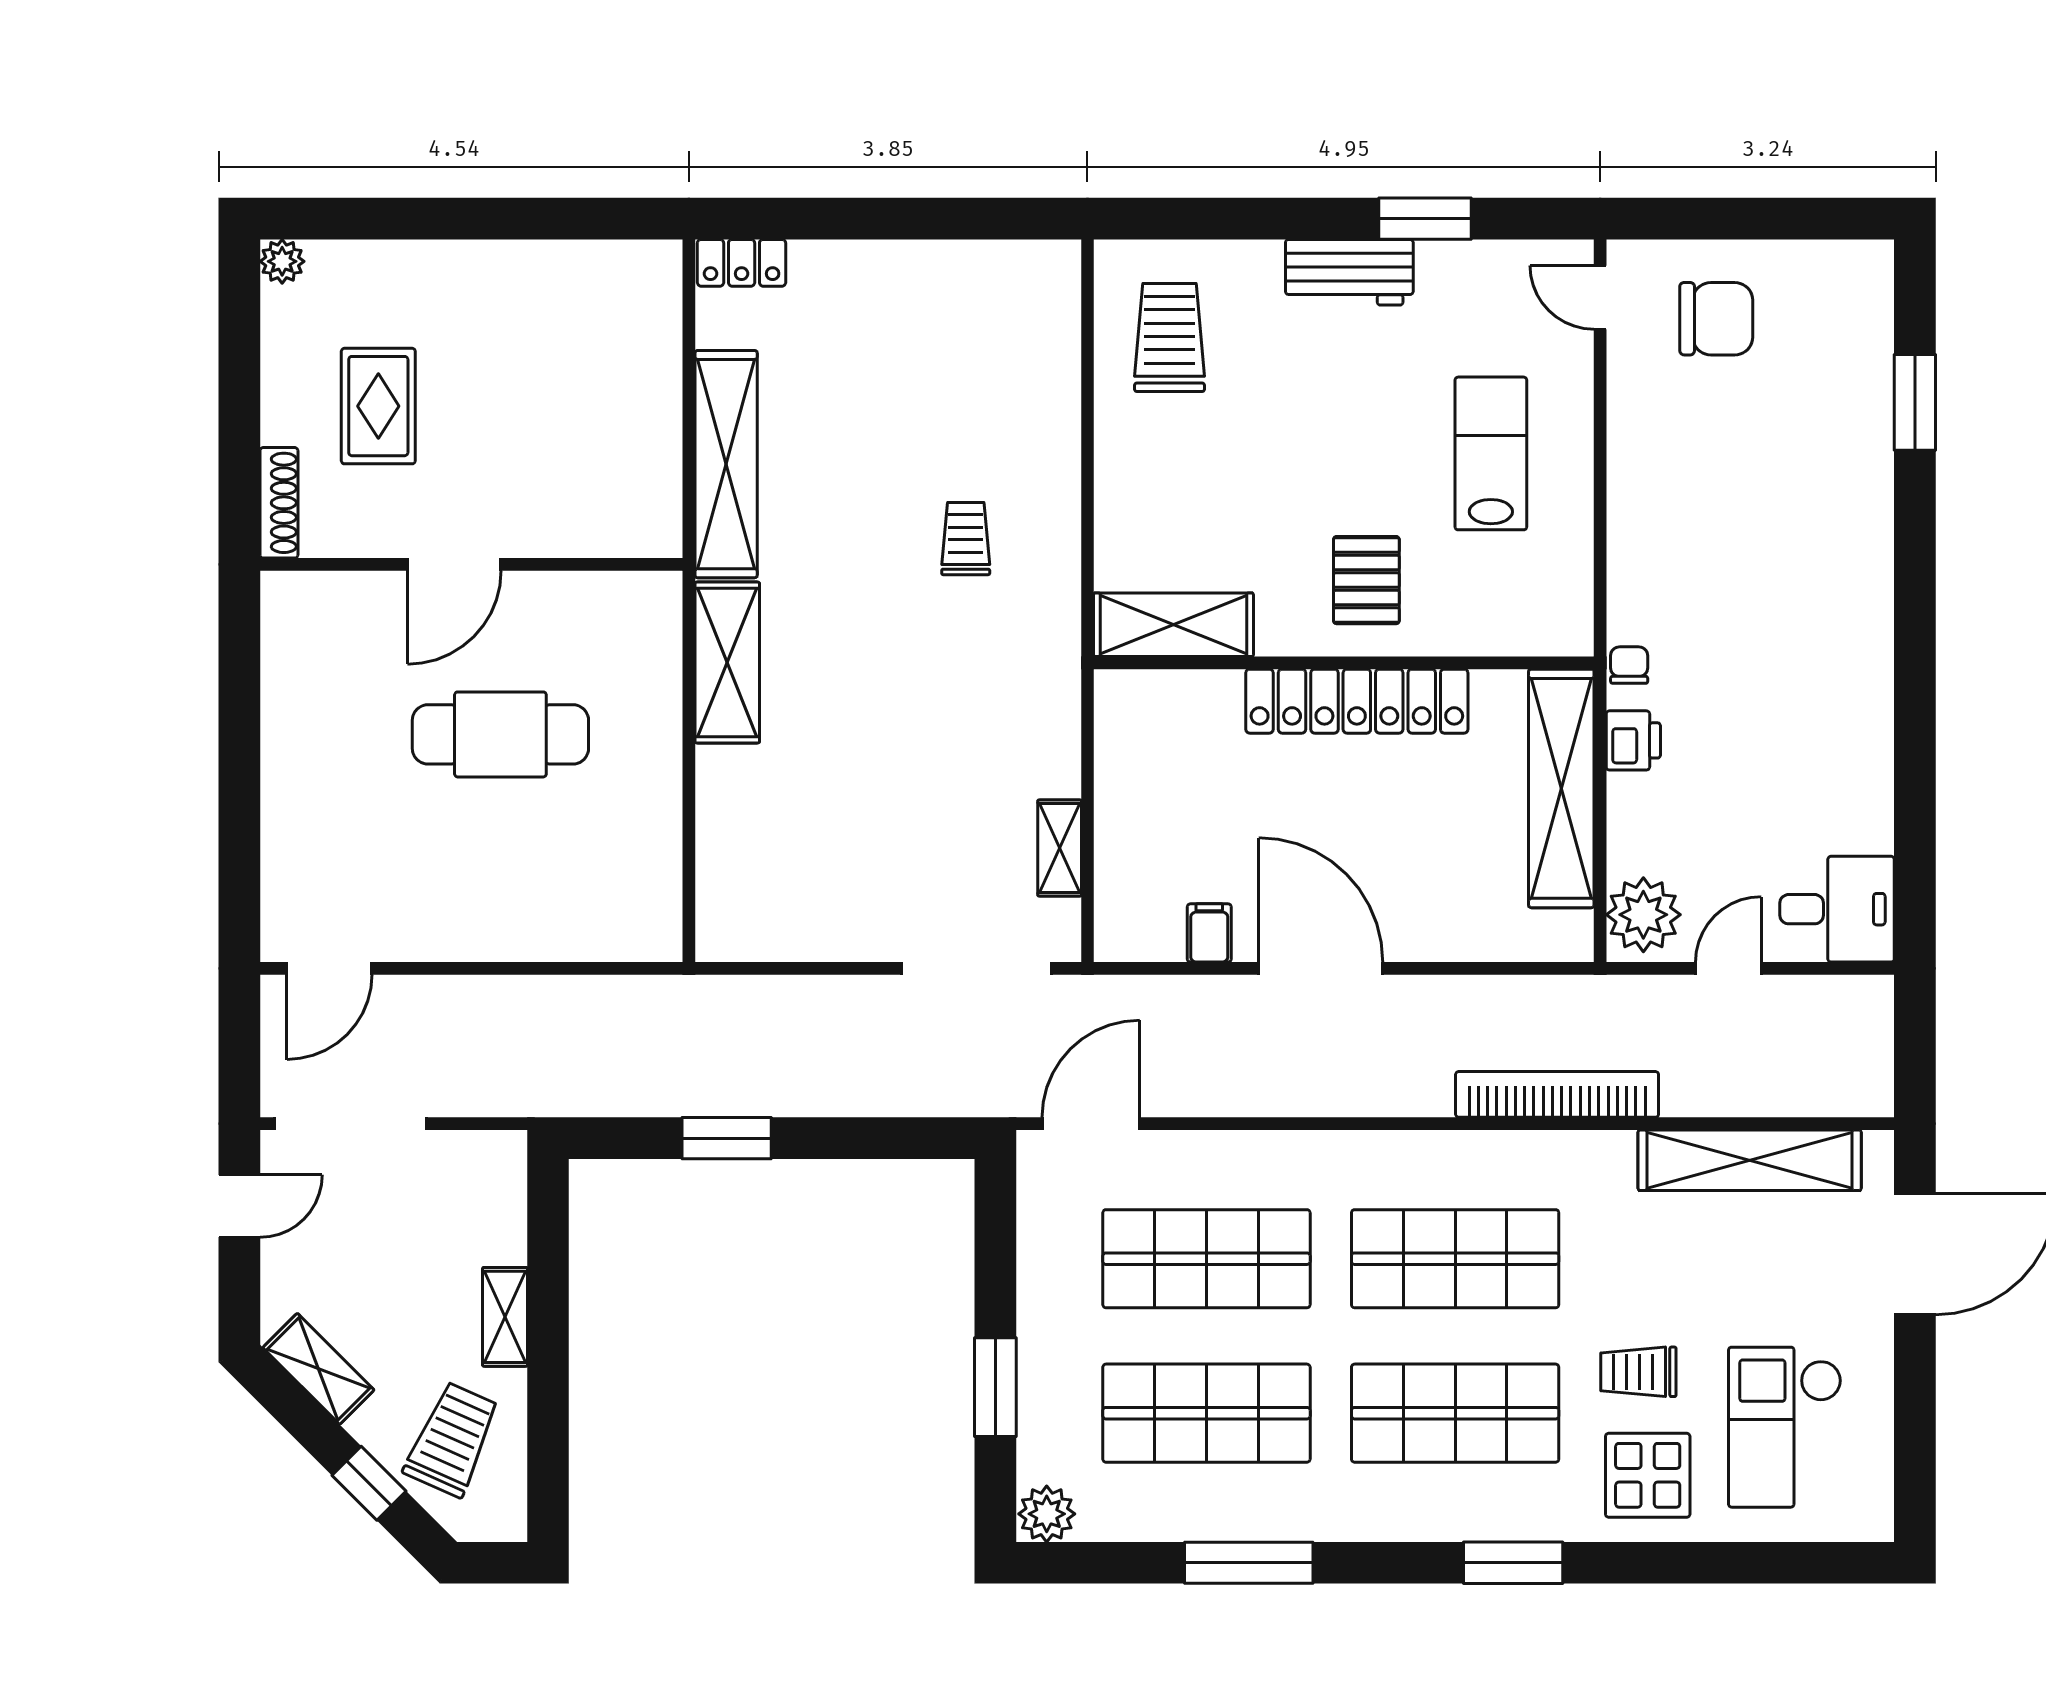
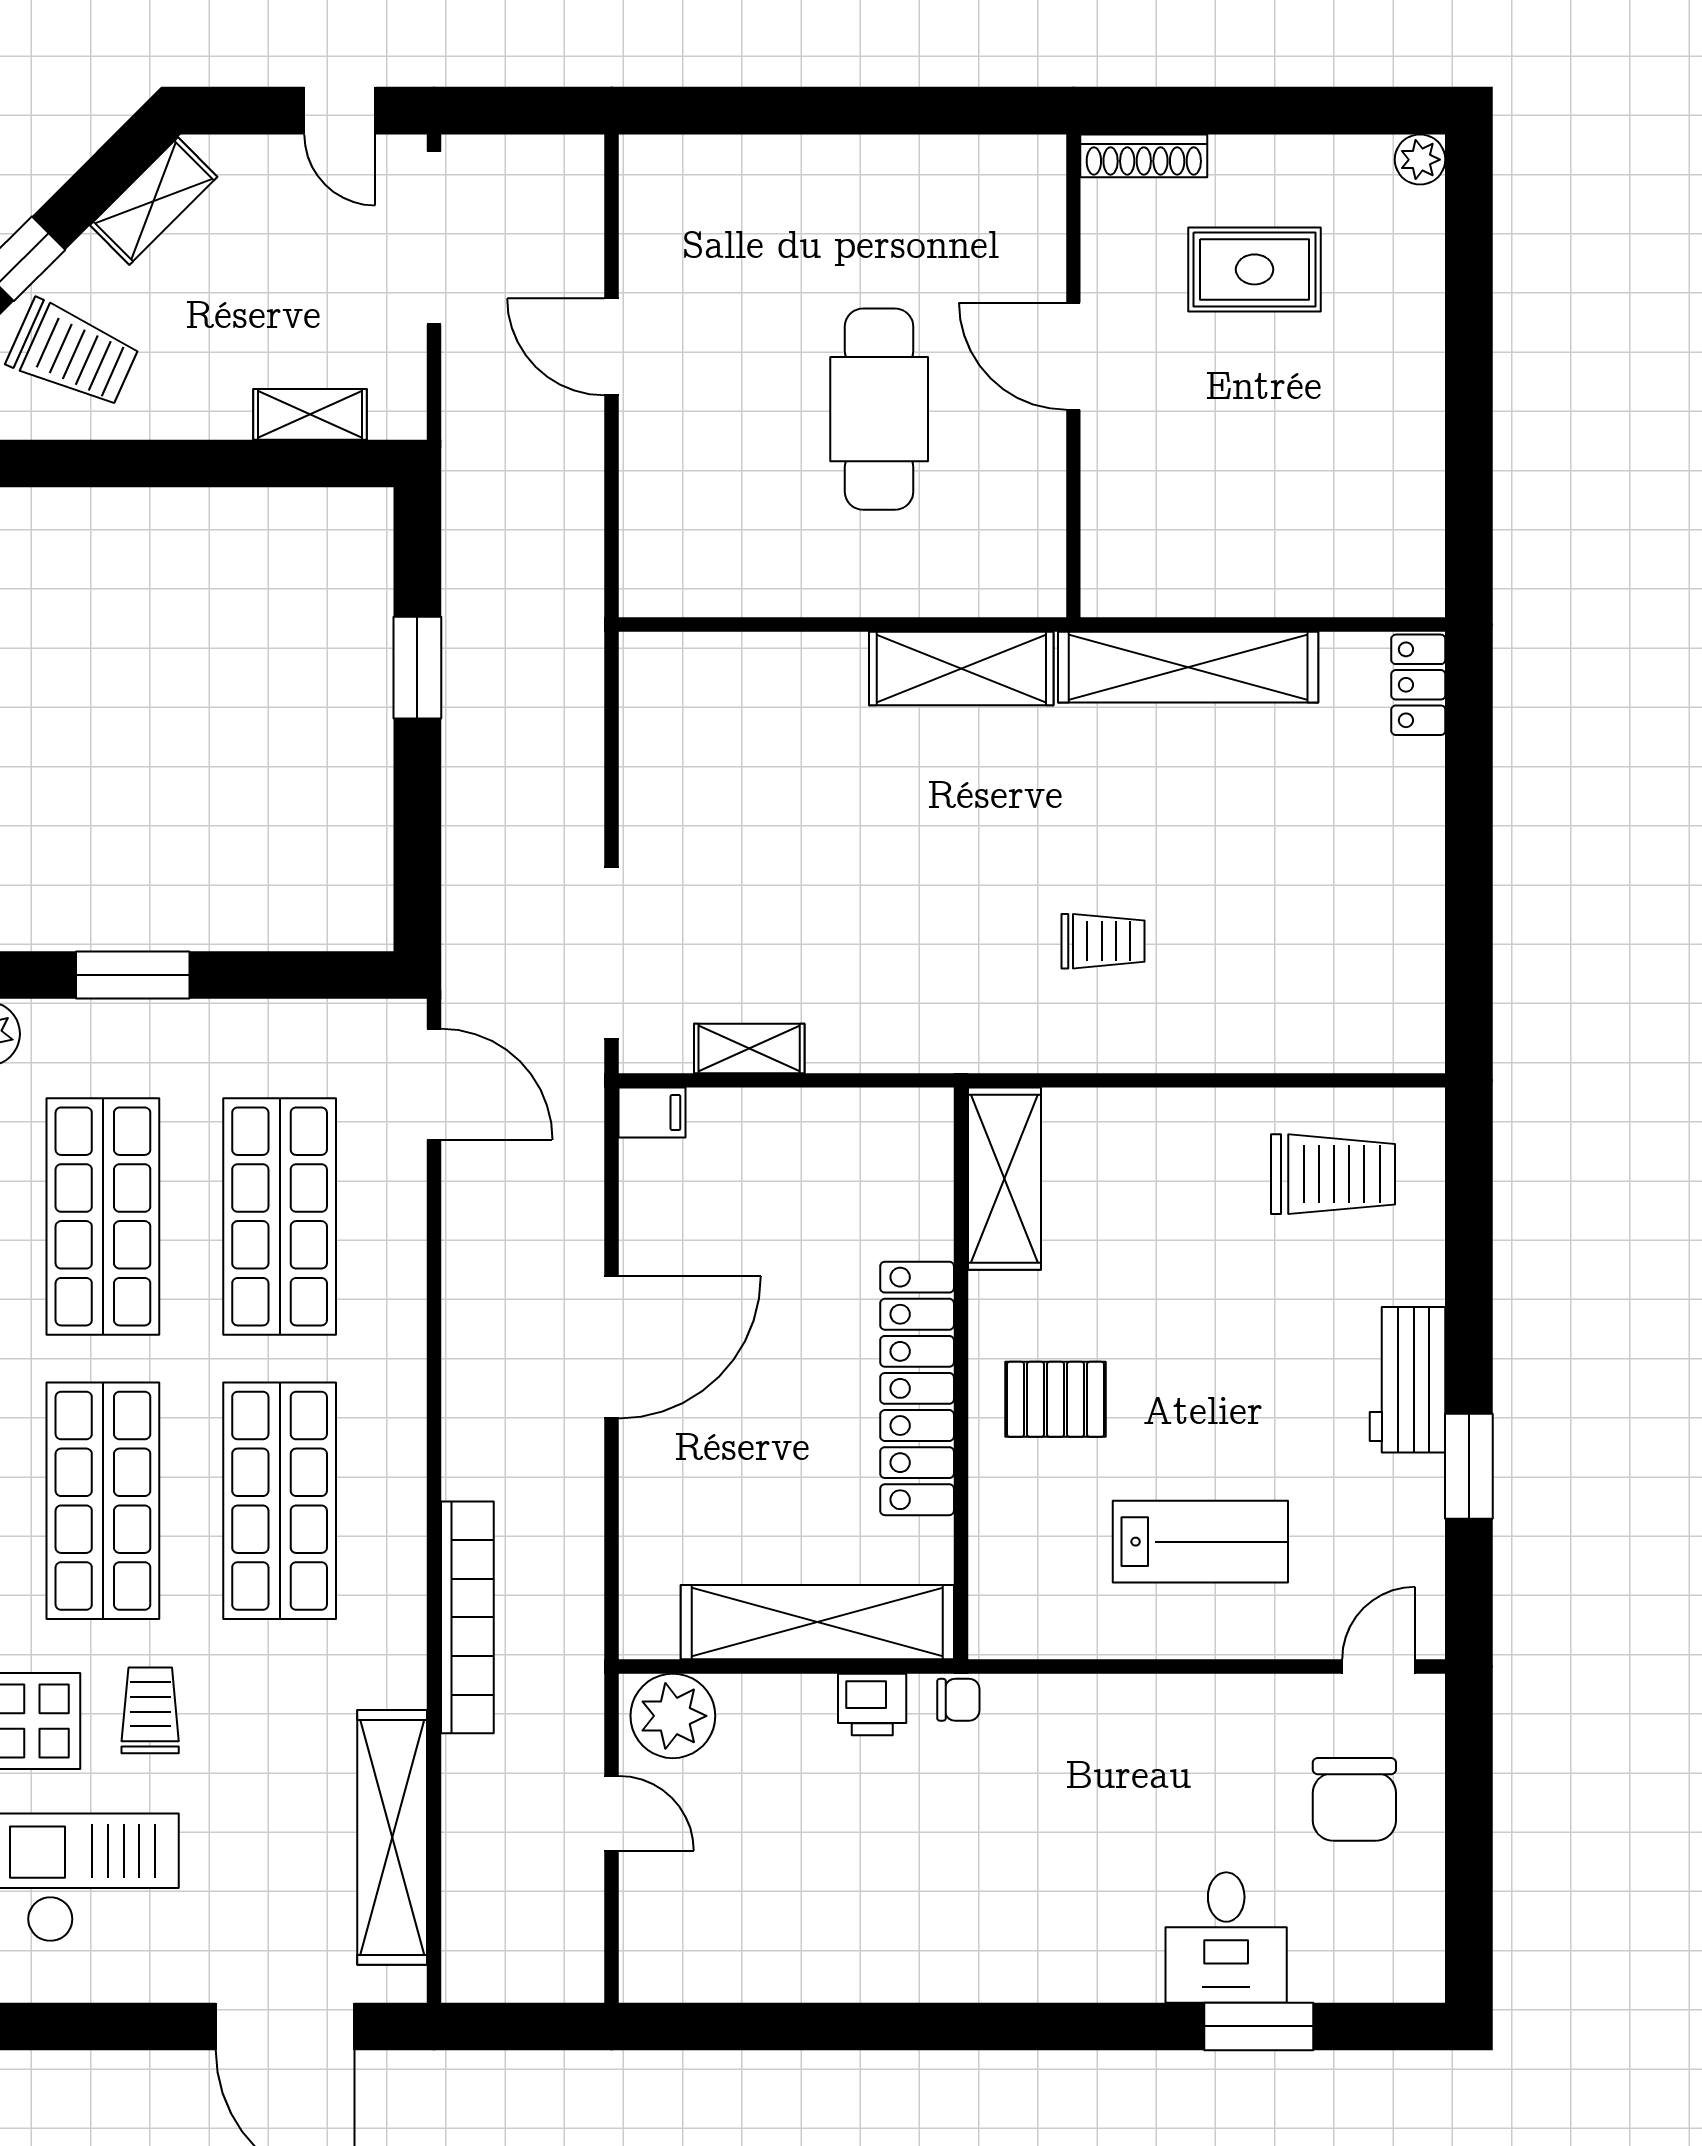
desk: (1837, 909) -> (1226, 1937), moved
filing cabinet: (1209, 933) -> (652, 1113), moved
door: (329, 968) -> (612, 347), moved
shelving: (505, 1317) -> (310, 414), moved

